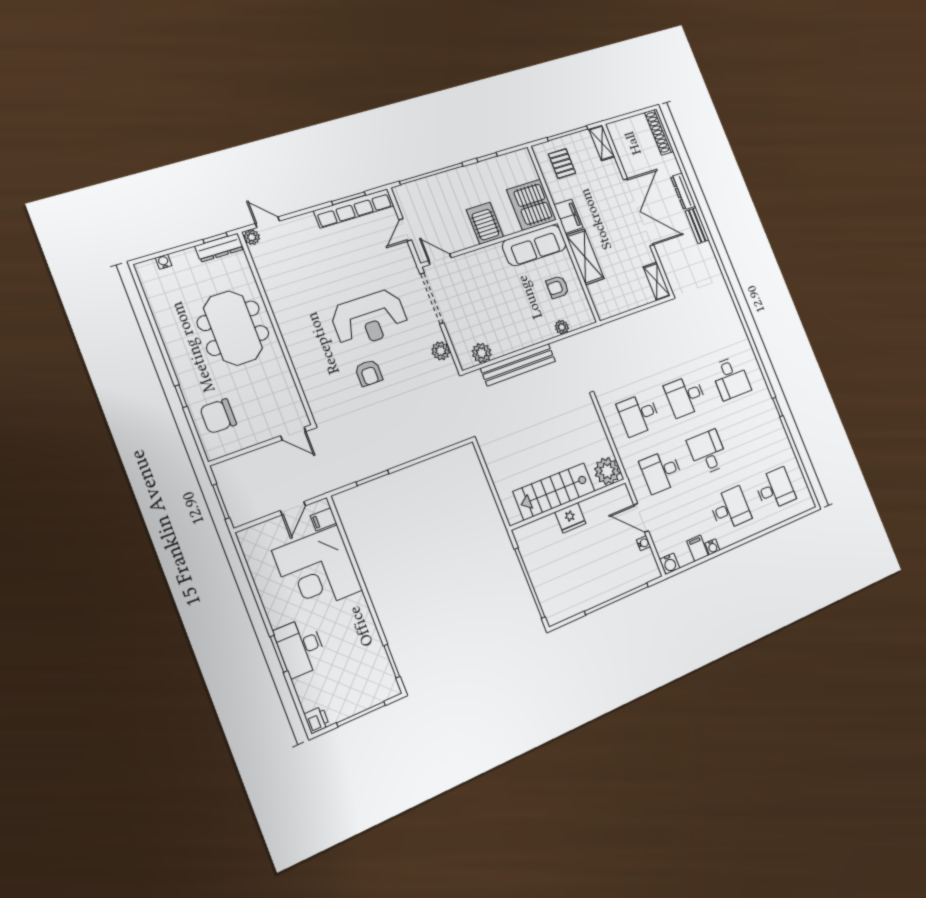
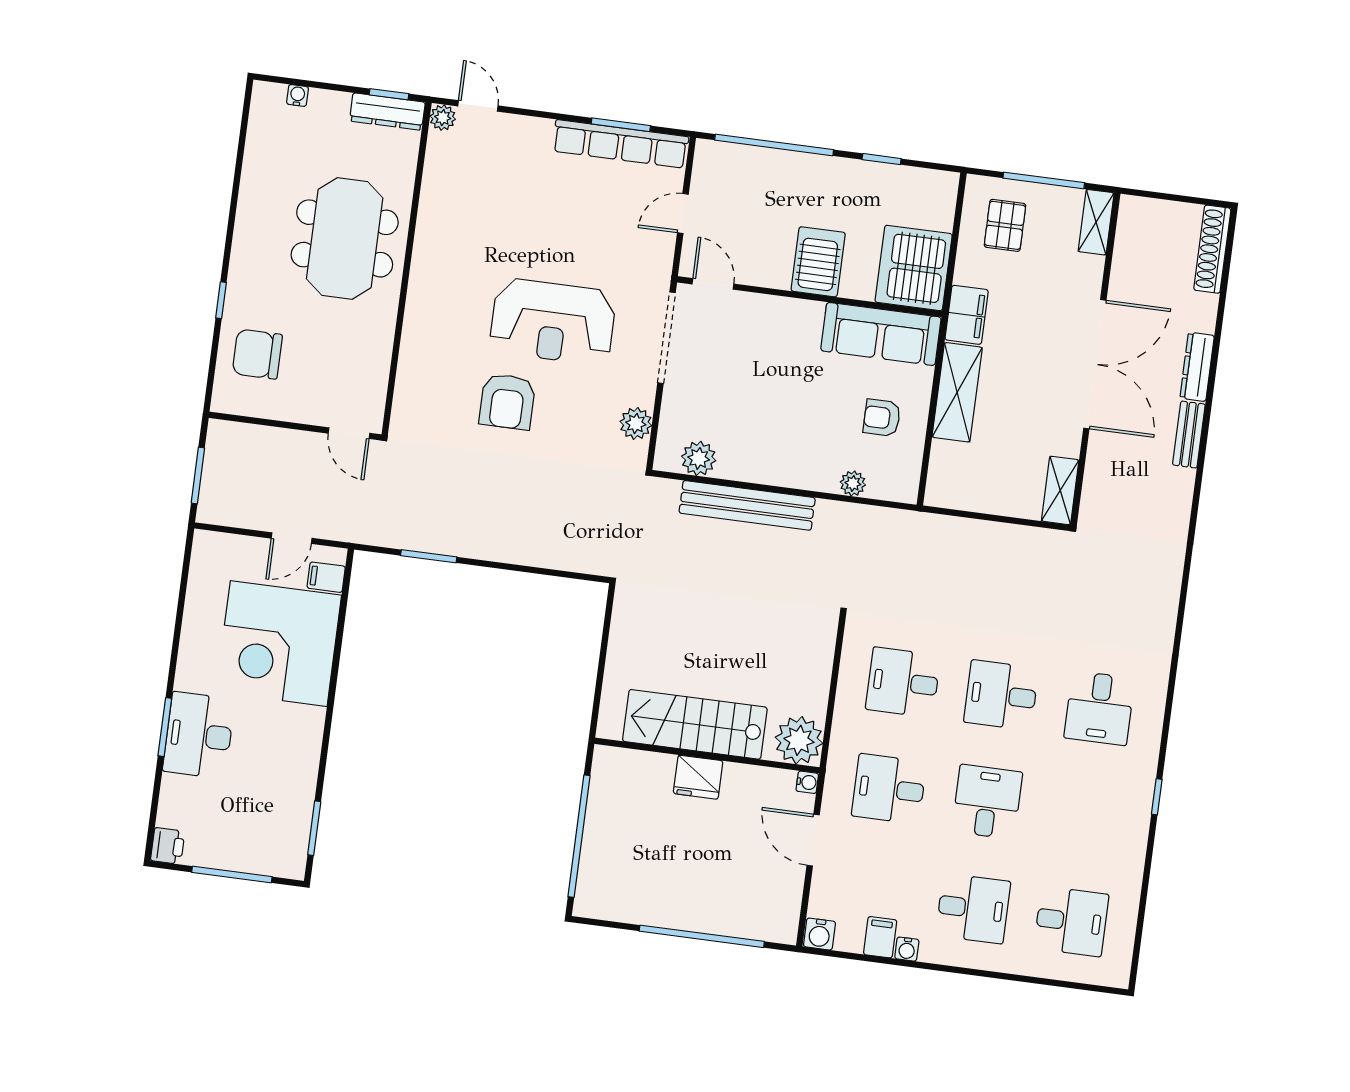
armchair: (369, 373) -> (507, 402), width x1.38, depth x1.38
water cooler: (644, 543) -> (807, 782), moved

